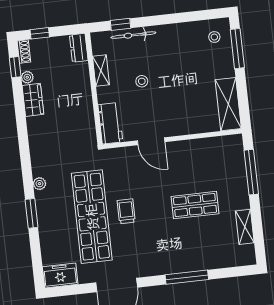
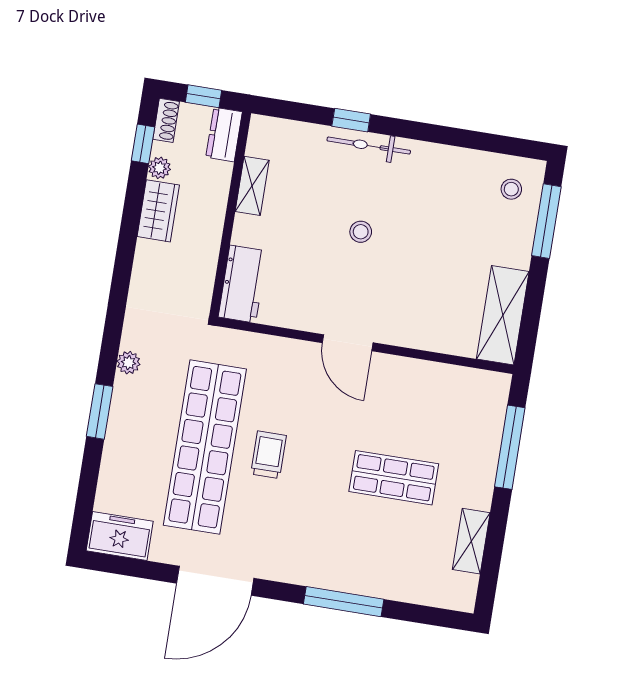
dresser: (79, 48) -> (224, 135), moved
shelving: (101, 71) -> (252, 186), moved
wall: (94, 89) -> (230, 214), moved
workbench: (110, 123) -> (243, 284), moved

